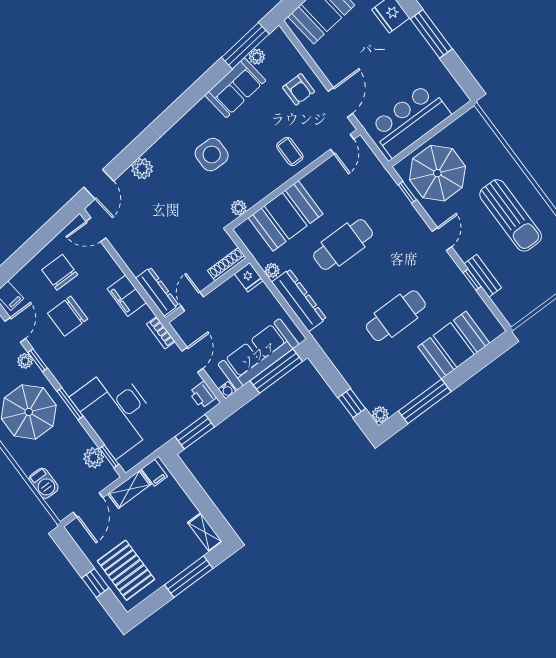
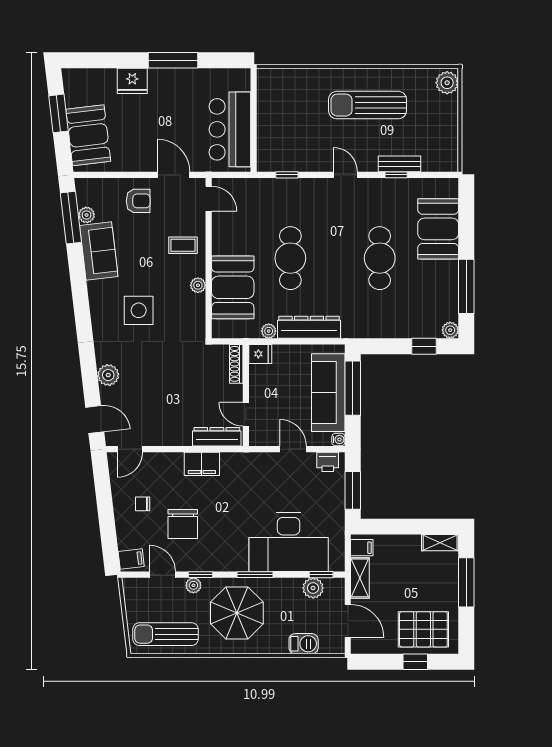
parasol: (437, 173) -> (289, 139), removed
plant: (239, 208) -> (198, 285), moved
sun lounger: (511, 215) -> (367, 105), turned 180
chair: (60, 272) -> (143, 504), width x0.54, depth x0.54
bookcase: (161, 333) -> (252, 458), removed

